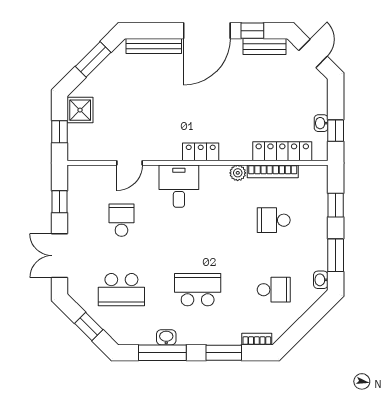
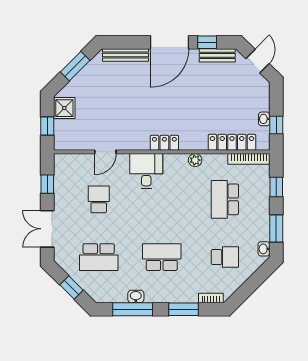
bookcase: (273, 171) -> (249, 159), moved
school desk: (274, 220) -> (225, 199), width x1.85

